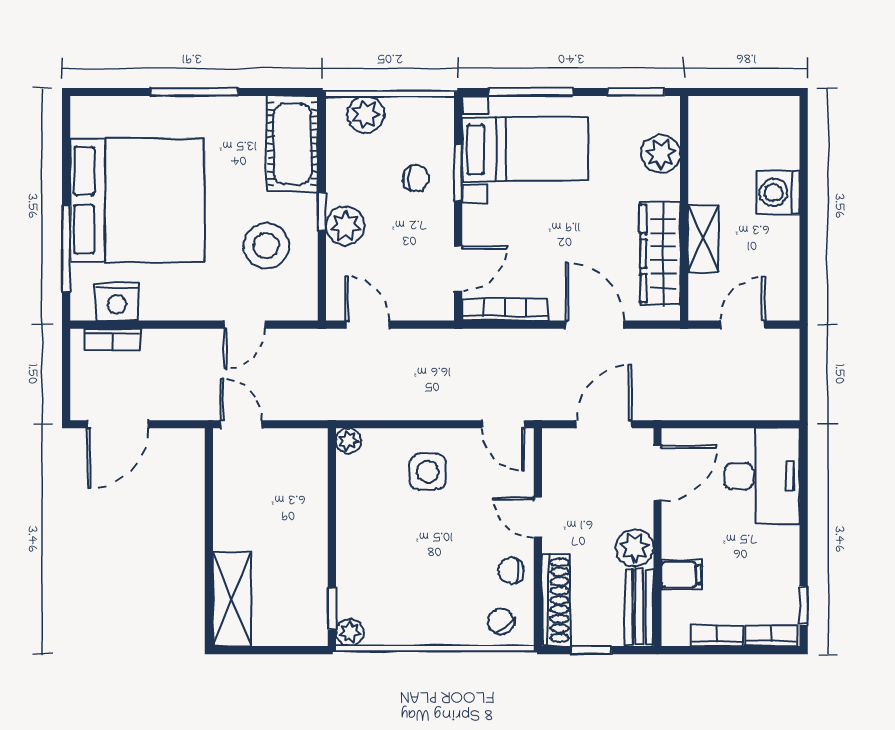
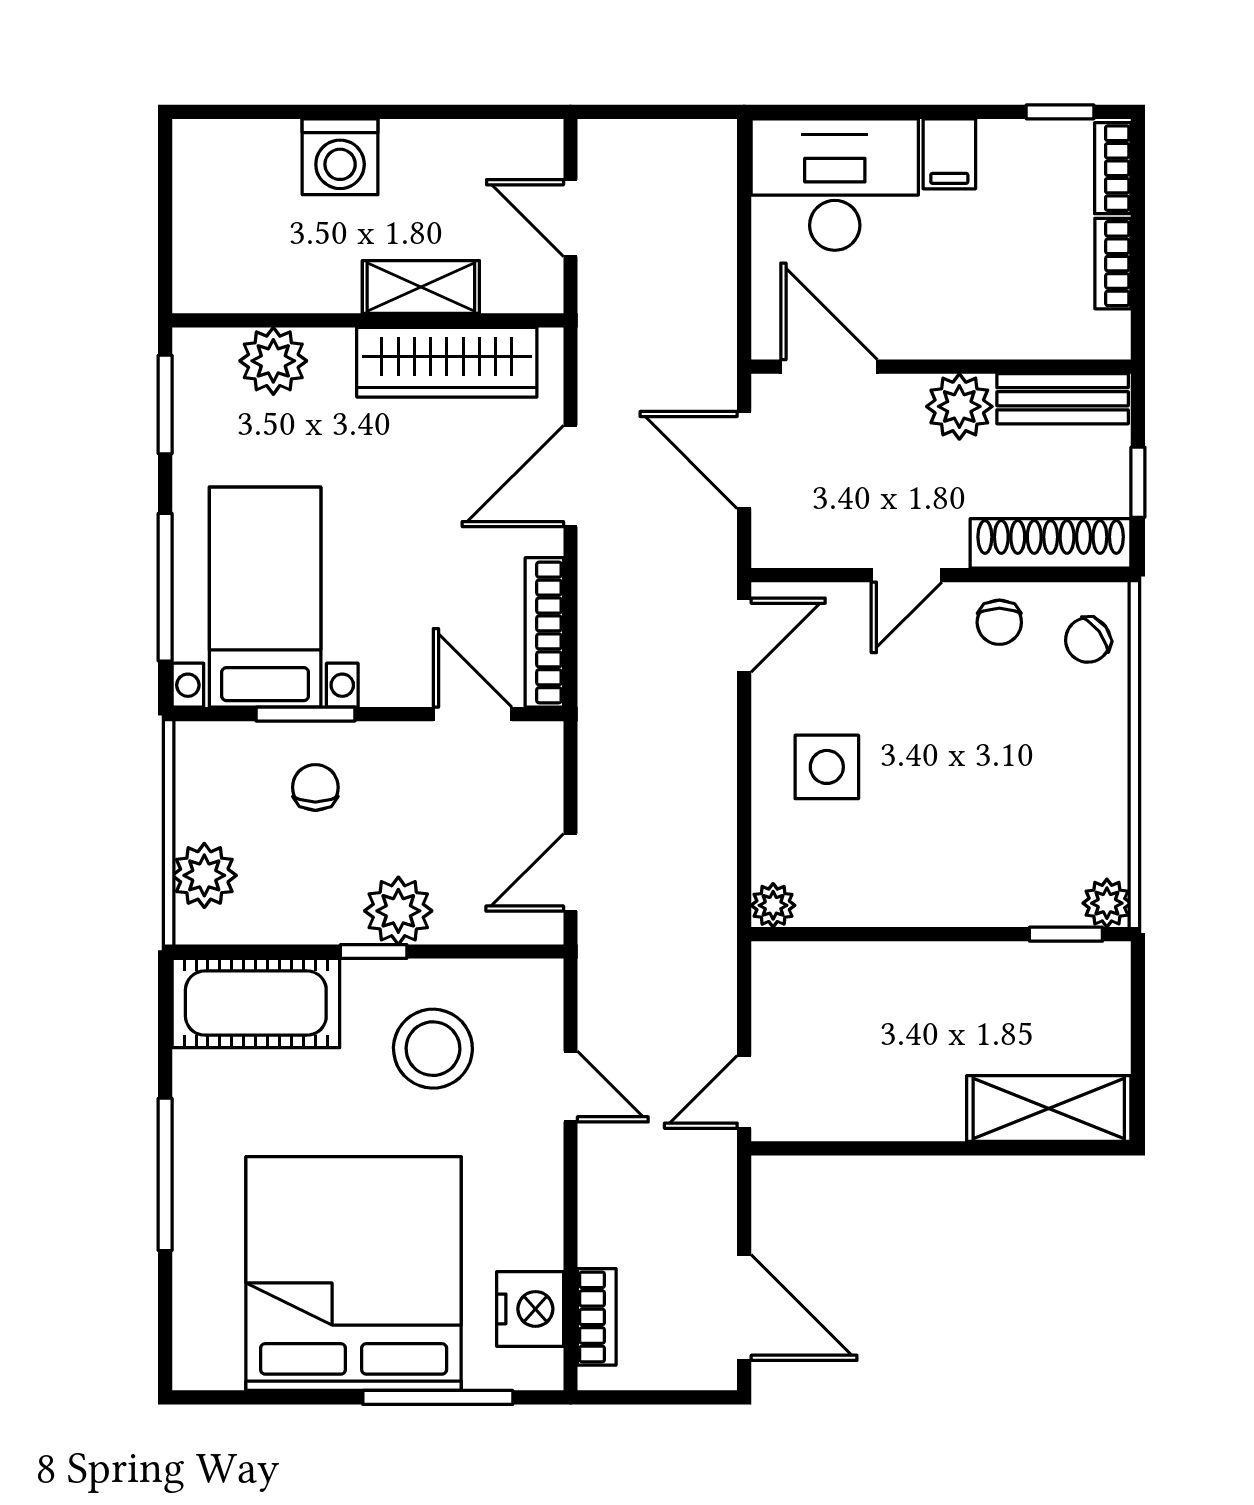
filing cabinet: (682, 575) -> (949, 154), moved, turned 180

